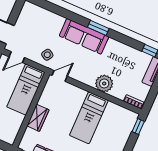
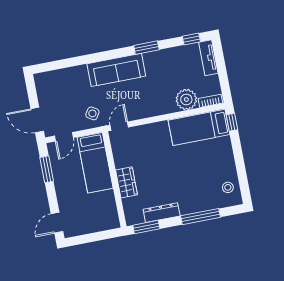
window: (98, 28) -> (146, 48), moved
plant: (104, 84) -> (186, 99), moved
bed: (89, 118) -> (199, 127), moved, turned 90

